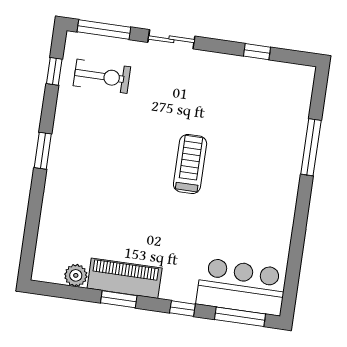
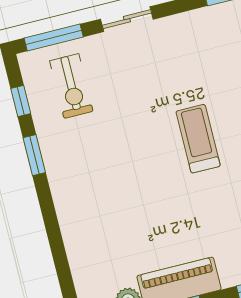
exercise bike: (102, 76) -> (71, 86), turned 90
window: (43, 151) -> (34, 155), moved

